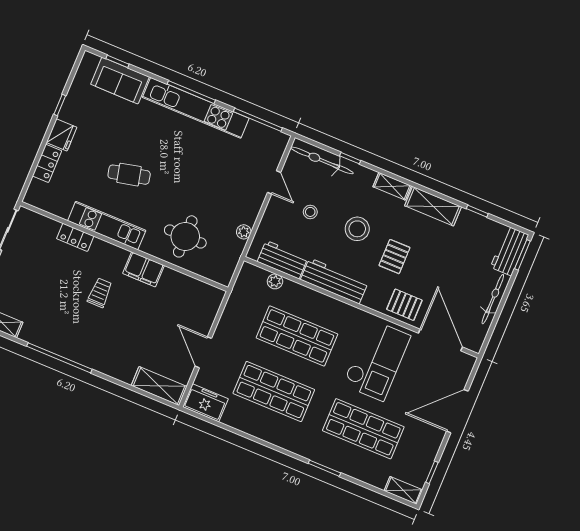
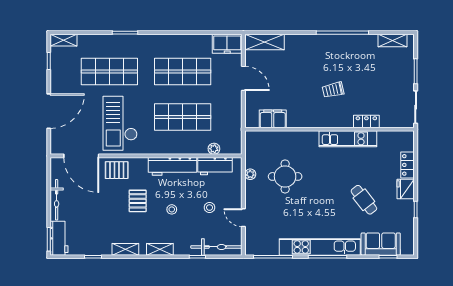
cafe table: (129, 175) -> (364, 200), moved, turned 65
shelving: (433, 206) -> (125, 249), width x0.67, depth x0.75
stool: (357, 229) -> (172, 209), width x0.53, depth x0.53
round table: (185, 236) -> (285, 176), moved
filing cabinet: (144, 269) -> (273, 119), moved
trolley: (100, 293) -> (333, 90), turned 77

